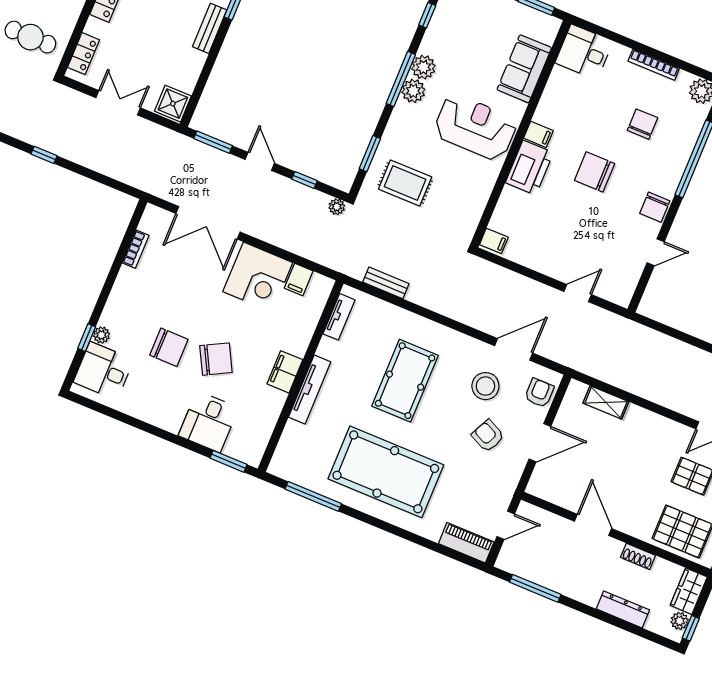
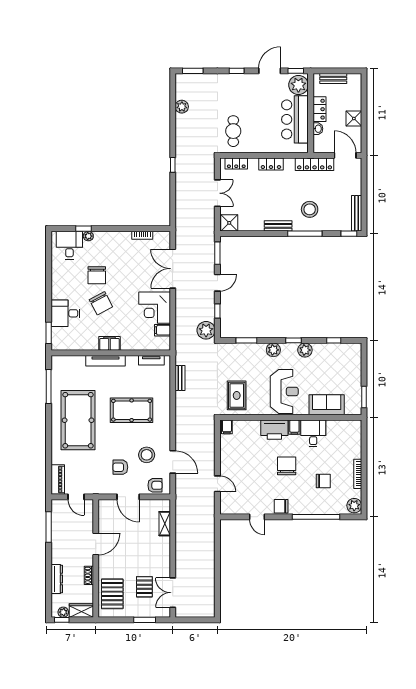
desk: (584, 52) -> (313, 433), moved
window: (401, 79) -> (294, 340), width x0.46
plant: (413, 91) -> (273, 350), moved
rug: (405, 183) -> (237, 395), moved
plant: (337, 207) -> (206, 330), width x1.88, depth x1.88
armchair: (488, 436) -> (120, 467), turned -116

